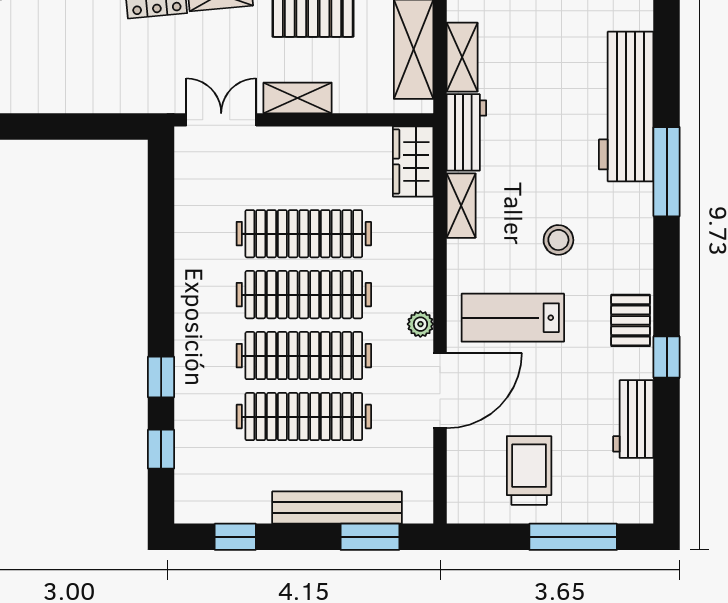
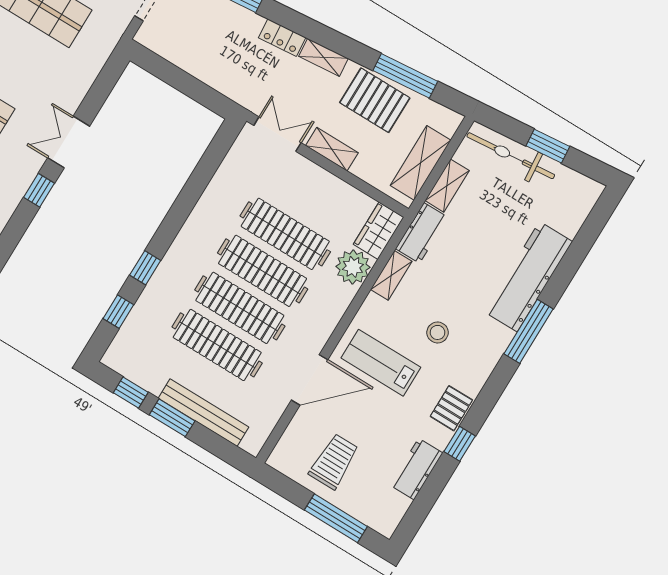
plant: (420, 324) -> (353, 267), moved, width x1.88, depth x1.88
window: (370, 537) -> (172, 418), moved

